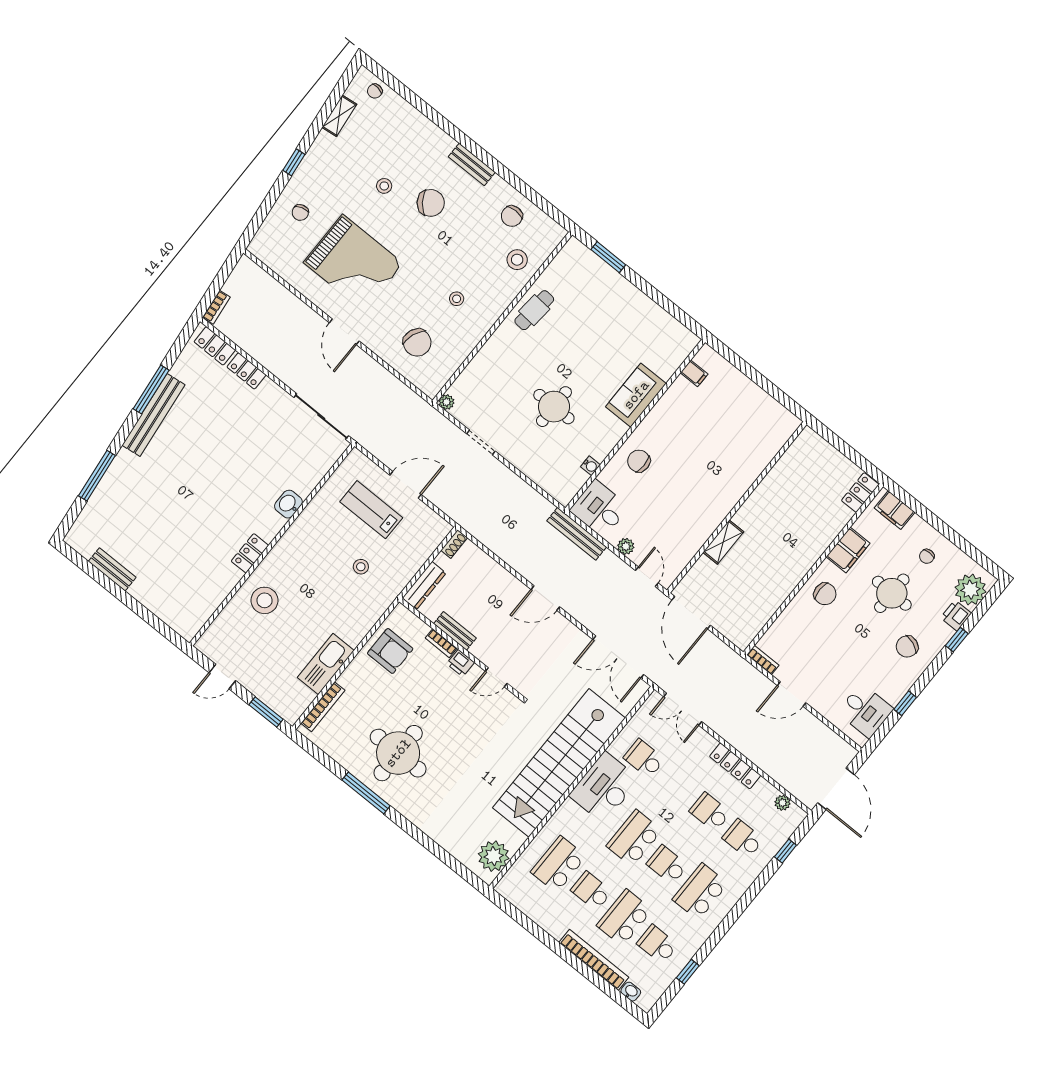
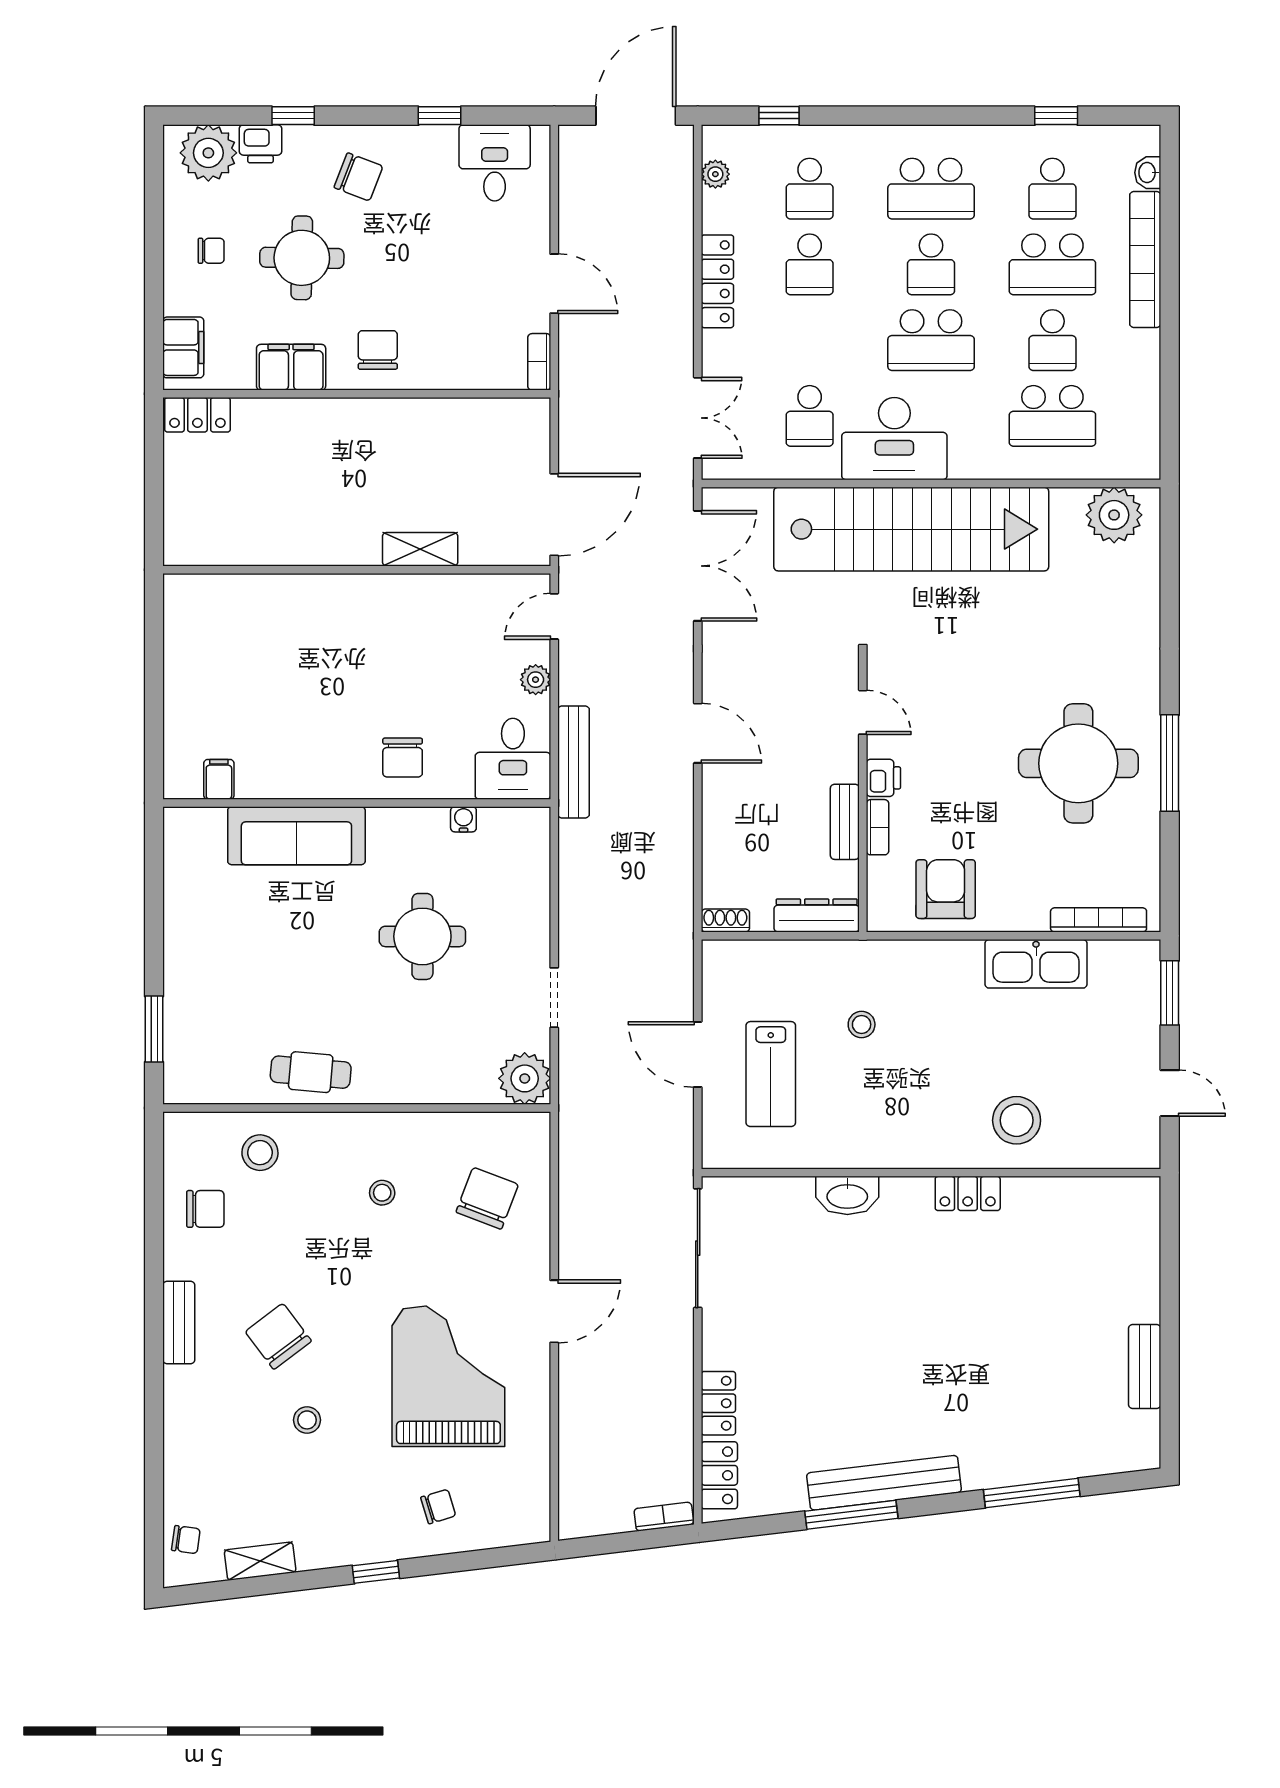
sofa: (636, 395) -> (296, 836), width x1.36
plant: (447, 402) -> (525, 1078), width x1.88, depth x1.88
washbasin: (288, 504) -> (847, 1195), width x1.38

